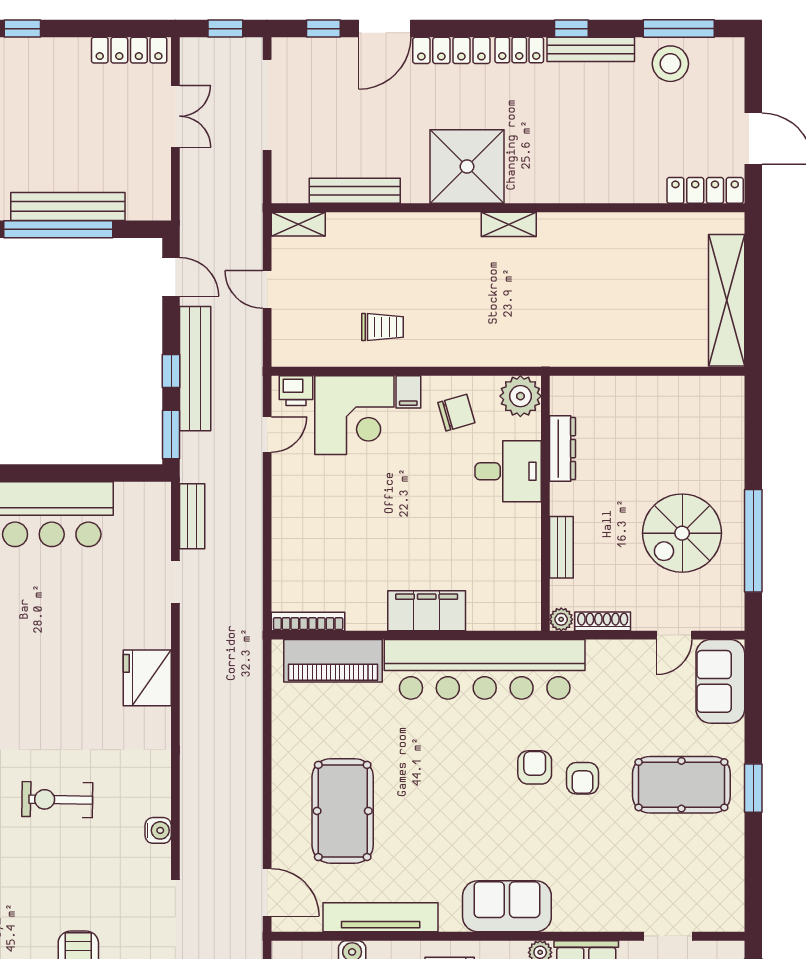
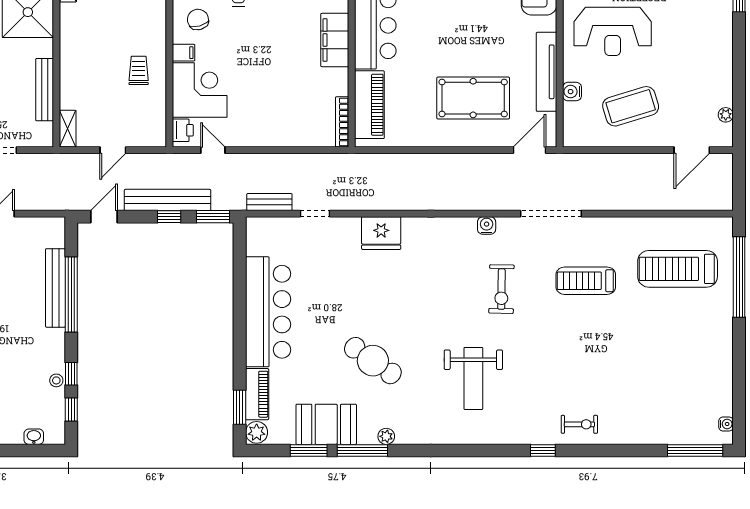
exercise bike: (57, 800) -> (501, 289), moved

